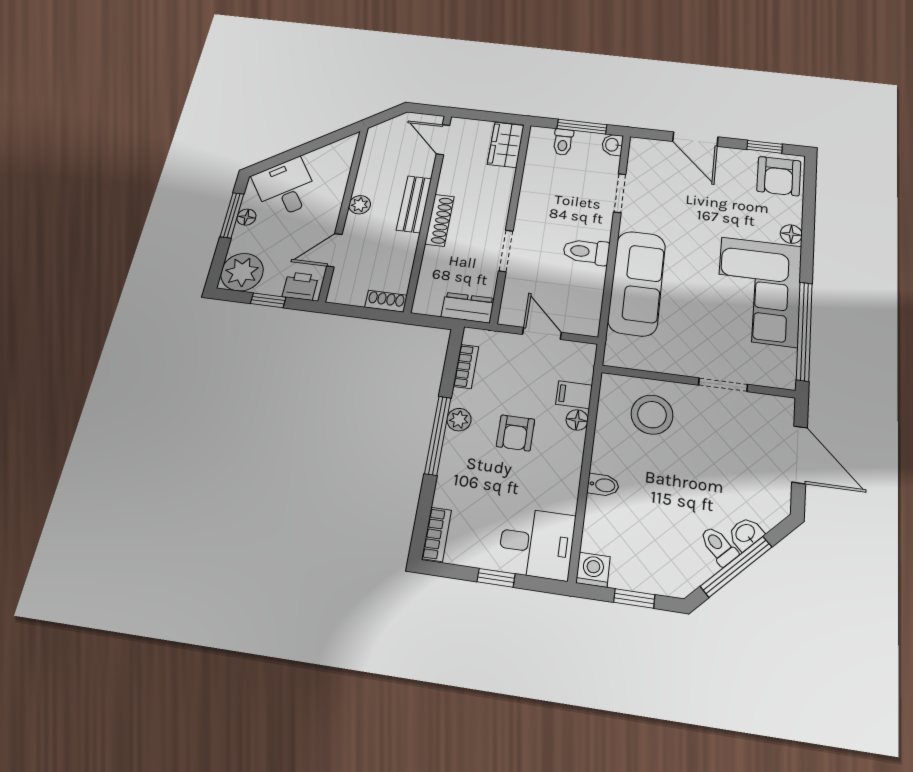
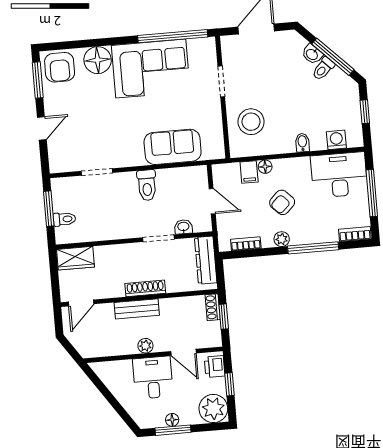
door: (695, 139) -> (42, 128), width x0.73
washbasin: (612, 145) -> (183, 227), moved, turned 180
window: (765, 147) -> (38, 80), width x1.50
armchair: (779, 176) -> (60, 67), turned 90
desk: (285, 188) -> (153, 378), moved, turned 124
floor lamp: (791, 234) -> (98, 60), width x1.89, depth x1.89
sofa: (637, 283) -> (173, 147), width x0.73
dresser: (468, 308) -> (206, 260), width x1.44
window: (368, 313) -> (224, 317), added
door: (542, 333) -> (212, 201), swing flipped
armchair: (516, 433) -> (282, 202), turned 136
window: (438, 435) -> (313, 248), moved
desk: (537, 543) -> (339, 175), width x1.37
washing machine: (593, 570) -> (336, 140), moved, turned 90
window: (496, 578) -> (372, 193), width x2.17

